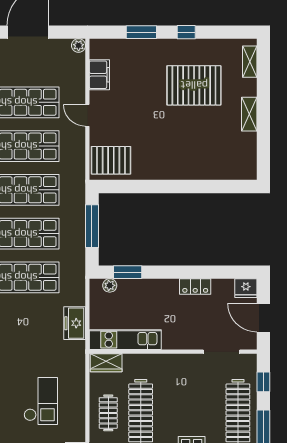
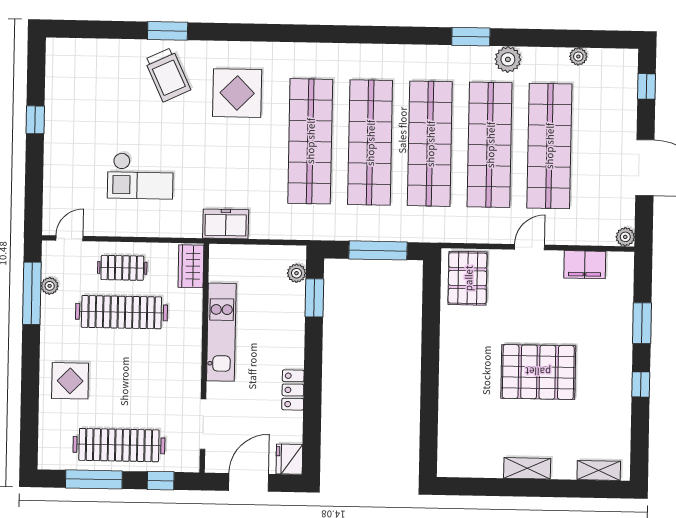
pallet: (194, 85) -> (538, 372), moved, turned 90
freezer: (75, 323) -> (226, 224), moved
kitchen unit: (125, 340) -> (221, 332), moved

